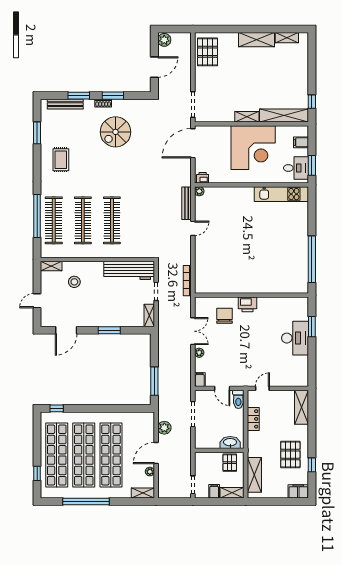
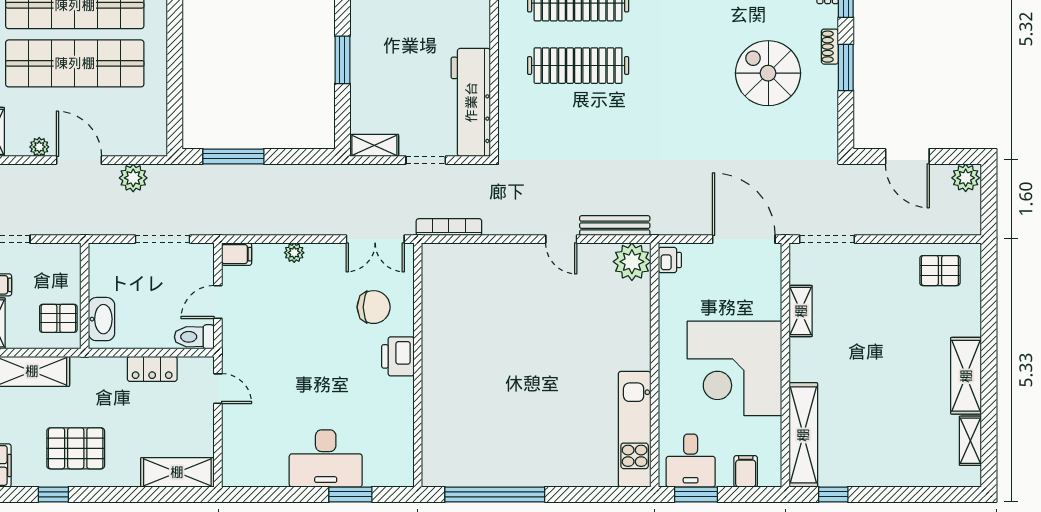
pallet: (207, 52) -> (940, 271), width x0.67, depth x0.71
shelving: (247, 117) -> (801, 311), moved
plant: (199, 191) -> (632, 262), width x1.88, depth x1.88
double door: (193, 331) -> (375, 239), moved

